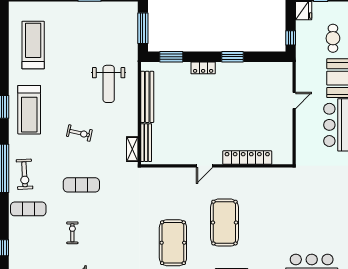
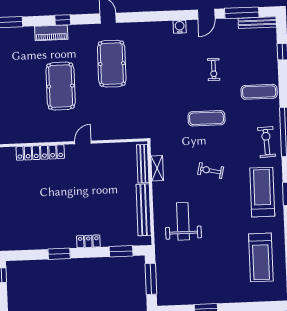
shelving: (132, 149) -> (157, 168), moved
exercise bike: (24, 174) -> (266, 142), moved

